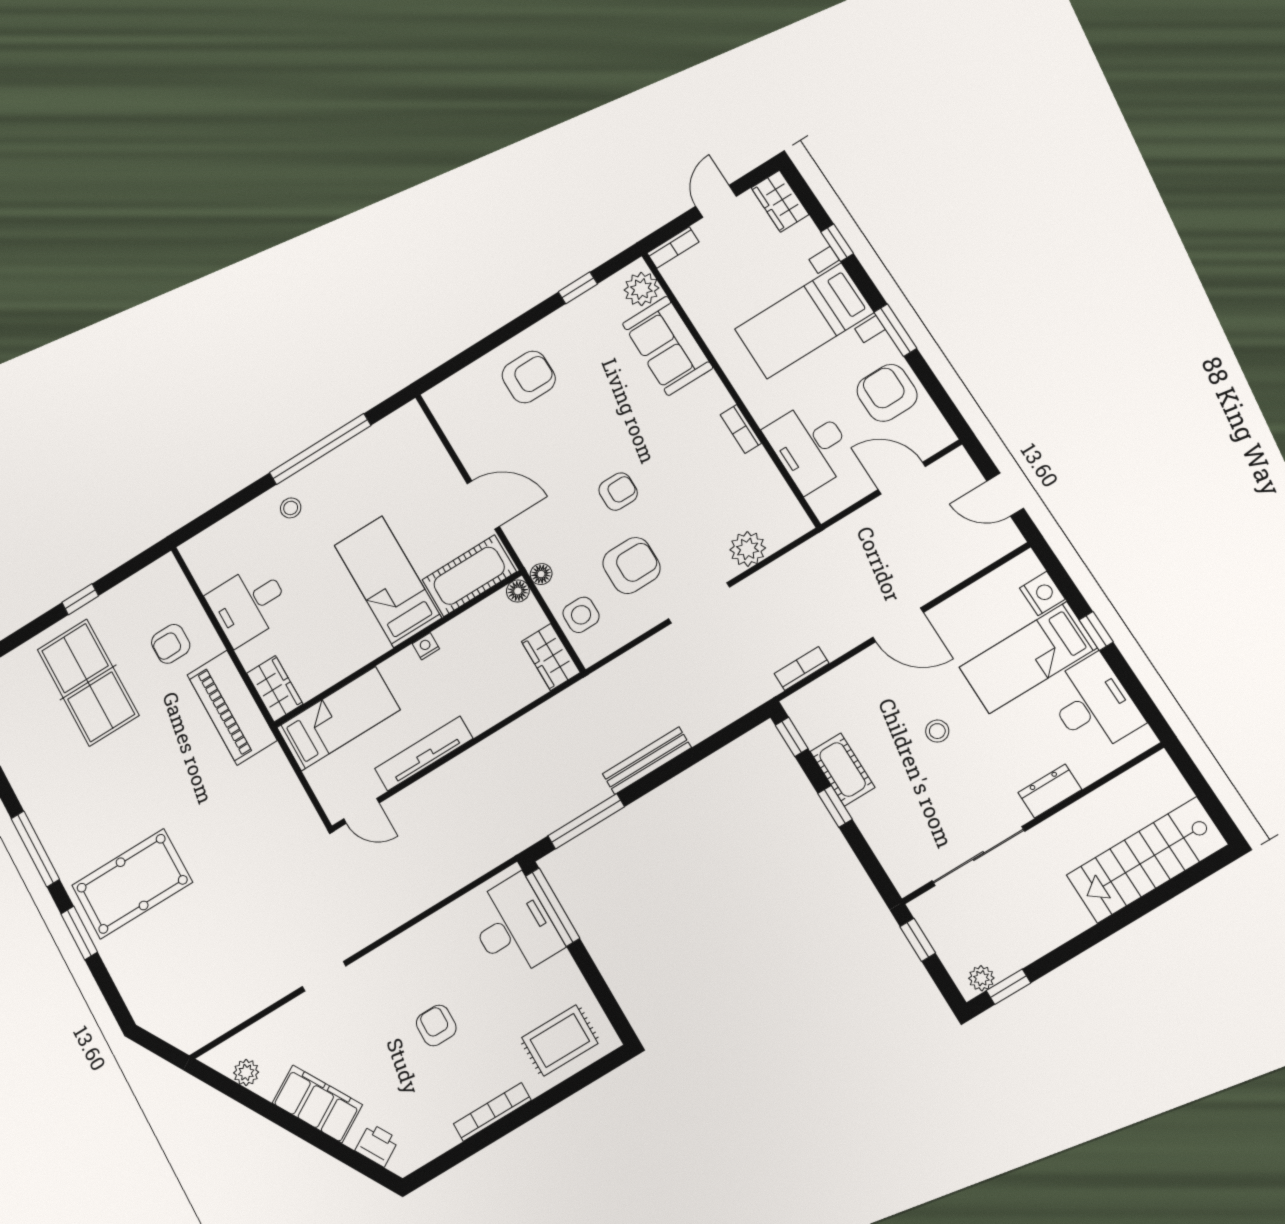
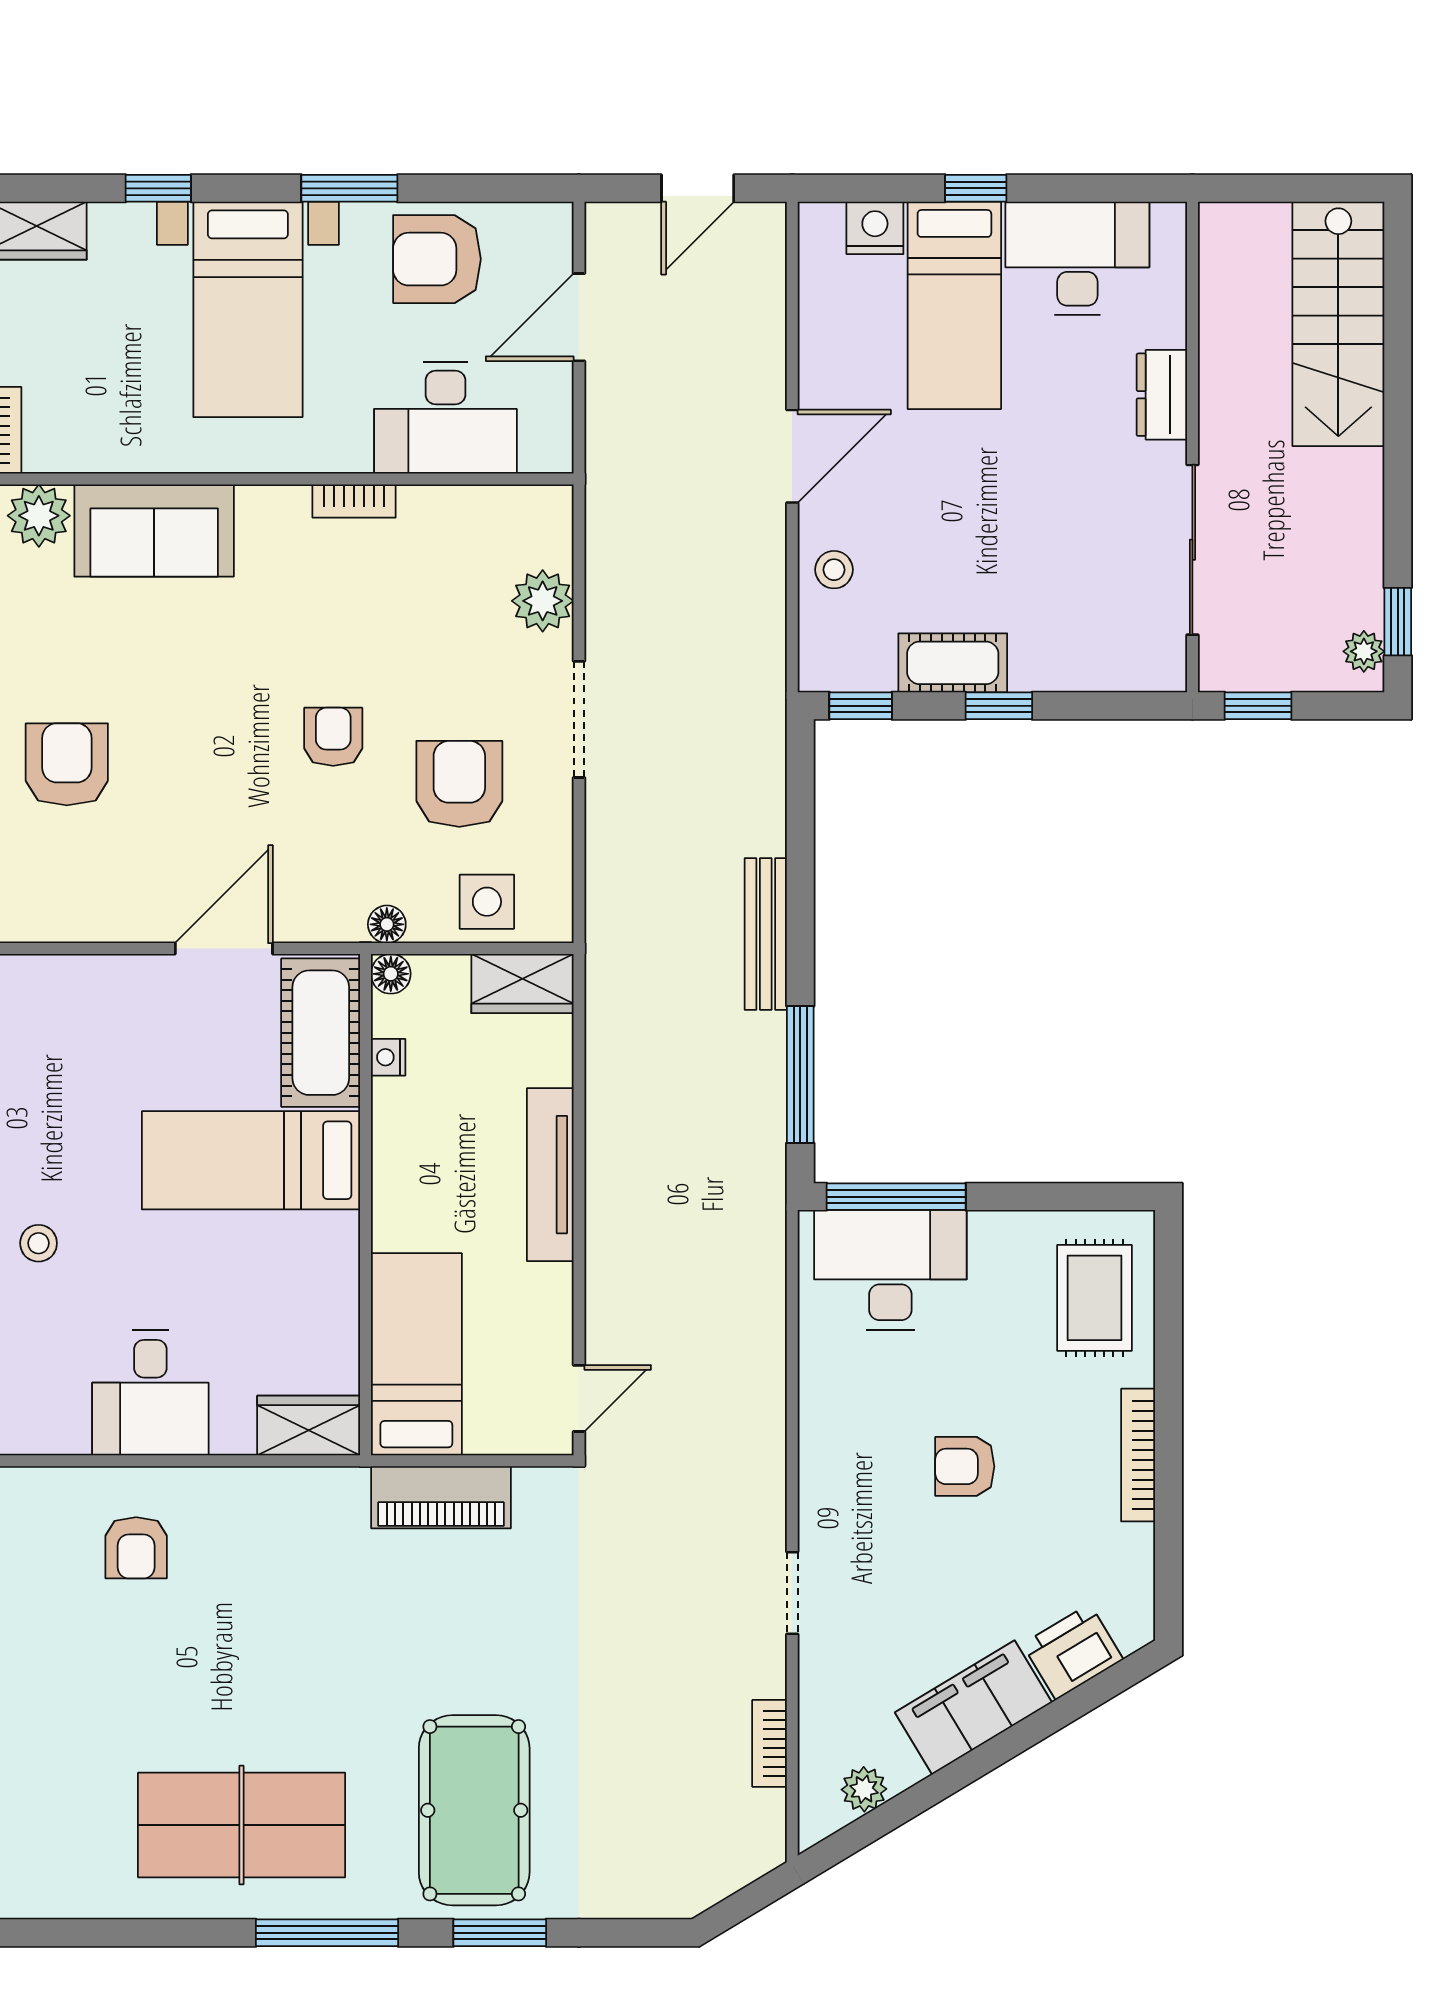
nightstand: (426, 646) -> (388, 1057), moved
bookcase: (802, 668) -> (770, 1743), moved
table tennis table: (88, 682) -> (242, 1825), moved
piano: (232, 708) -> (441, 1497), moved, width x0.73, depth x0.75
stool: (937, 731) -> (834, 570), moved
tv unit: (424, 753) -> (550, 1175), moved
printer: (377, 1145) -> (1073, 1652), width x1.36, depth x1.24

